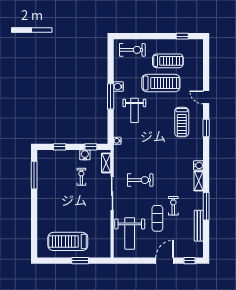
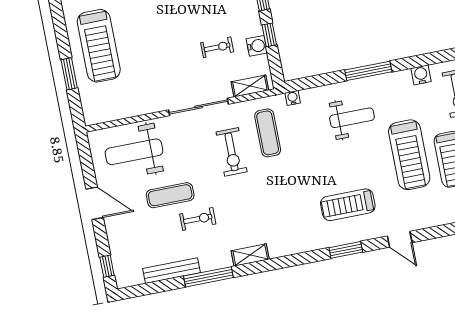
water cooler: (118, 87) -> (421, 75), moved
door: (206, 97) -> (400, 239), swing flipped
weight bench: (134, 110) -> (352, 118), turned 180
window: (91, 147) -> (269, 35), moved
exercise mat: (134, 158) -> (268, 133), added
water cooler: (198, 165) -> (277, 249), removed
treadmill: (68, 241) -> (99, 46), turned 180
door: (165, 261) -> (95, 203), moved

